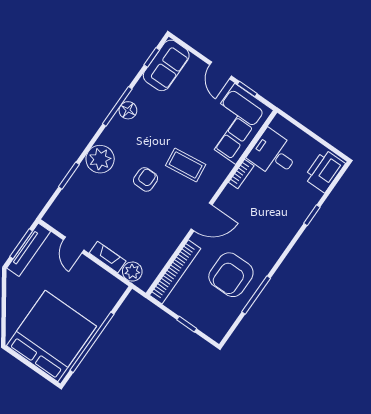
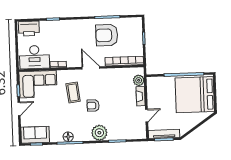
desk: (274, 154) -> (34, 57), width x1.37
armchair: (231, 275) -> (107, 35), turned 180

